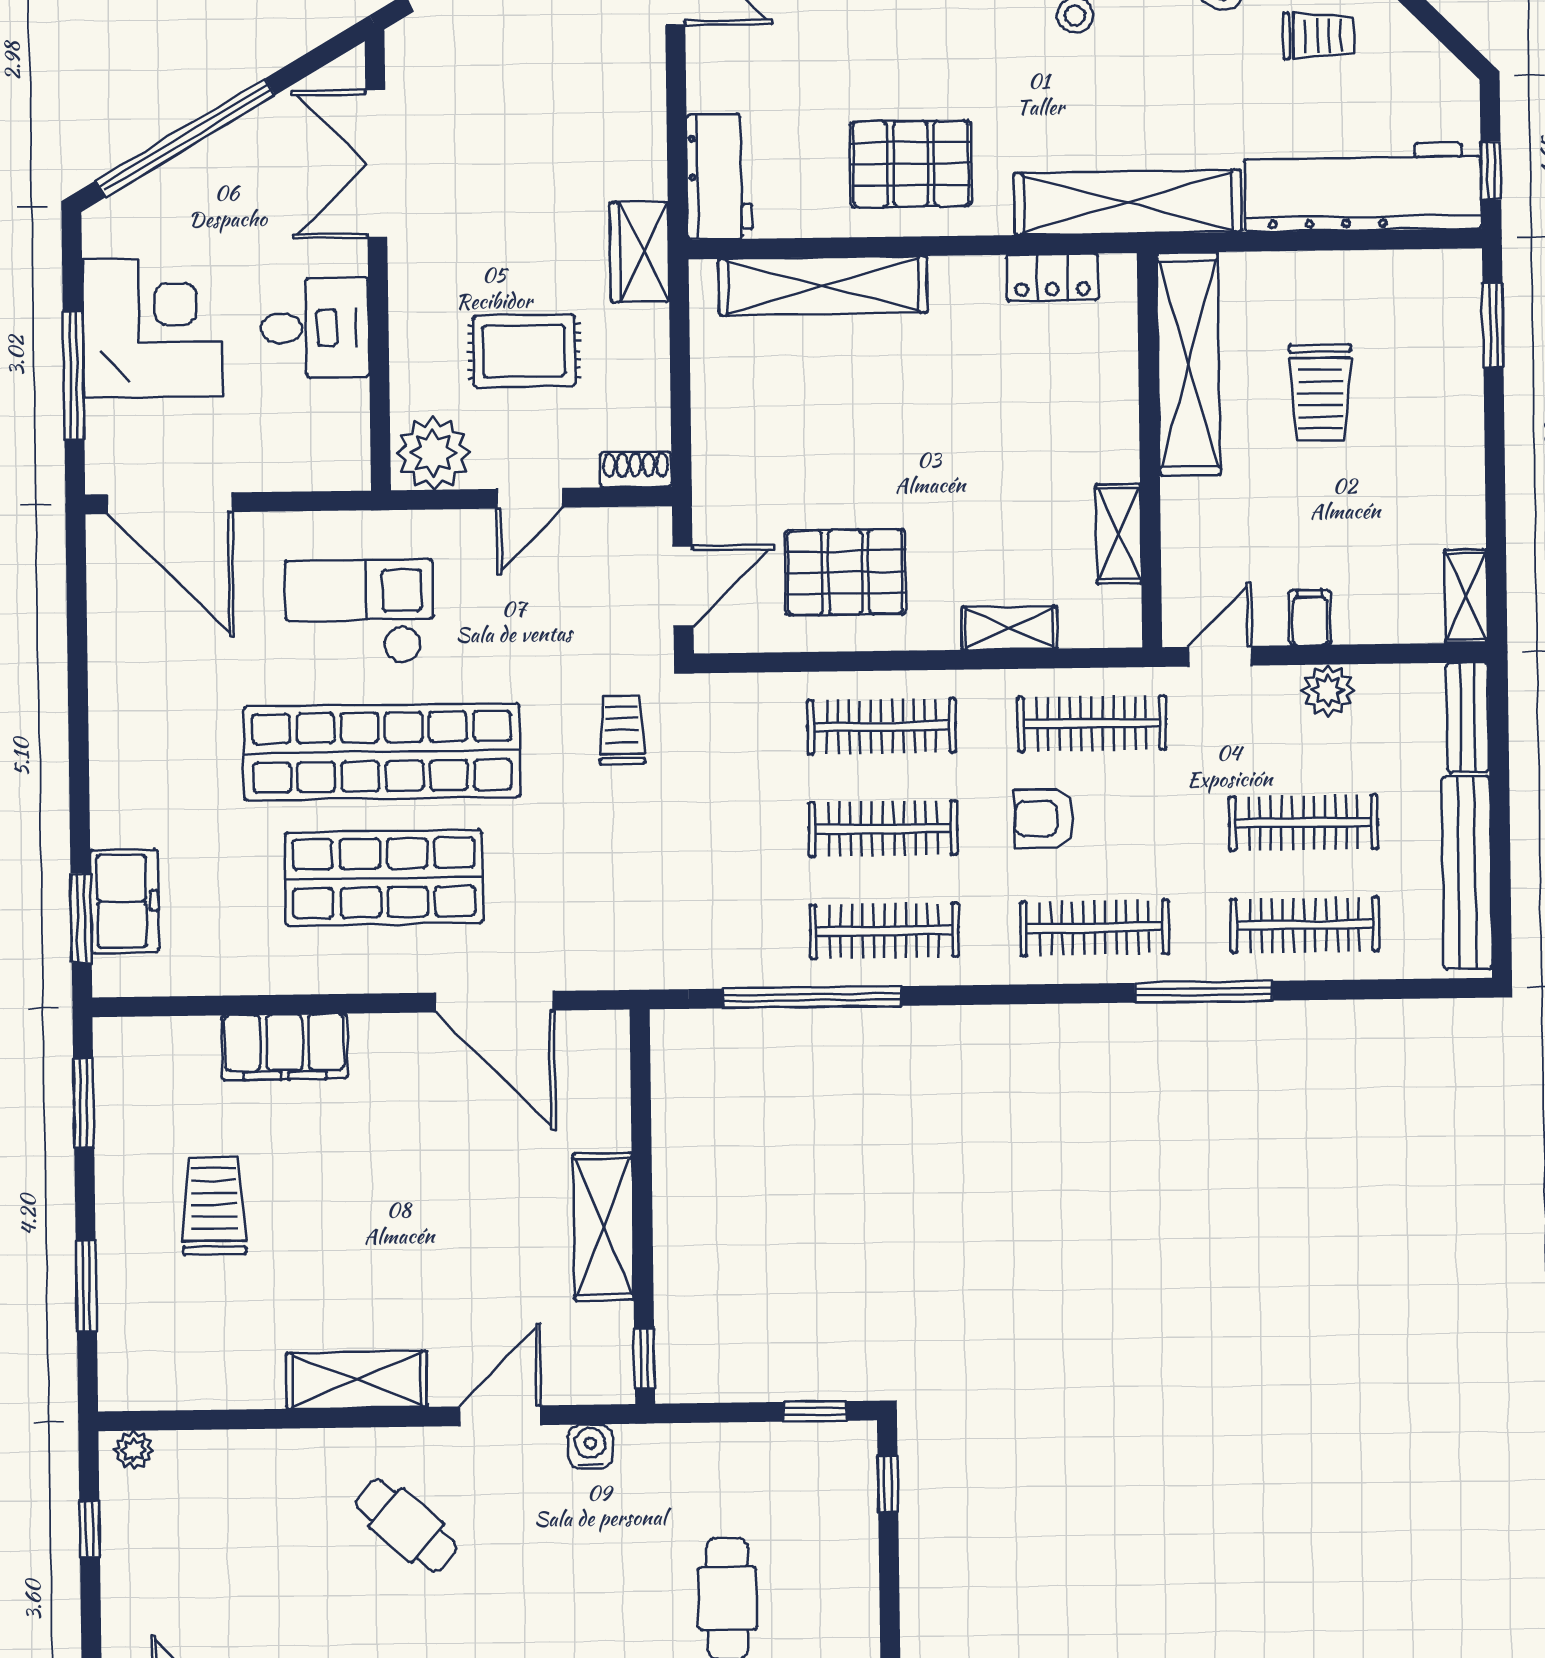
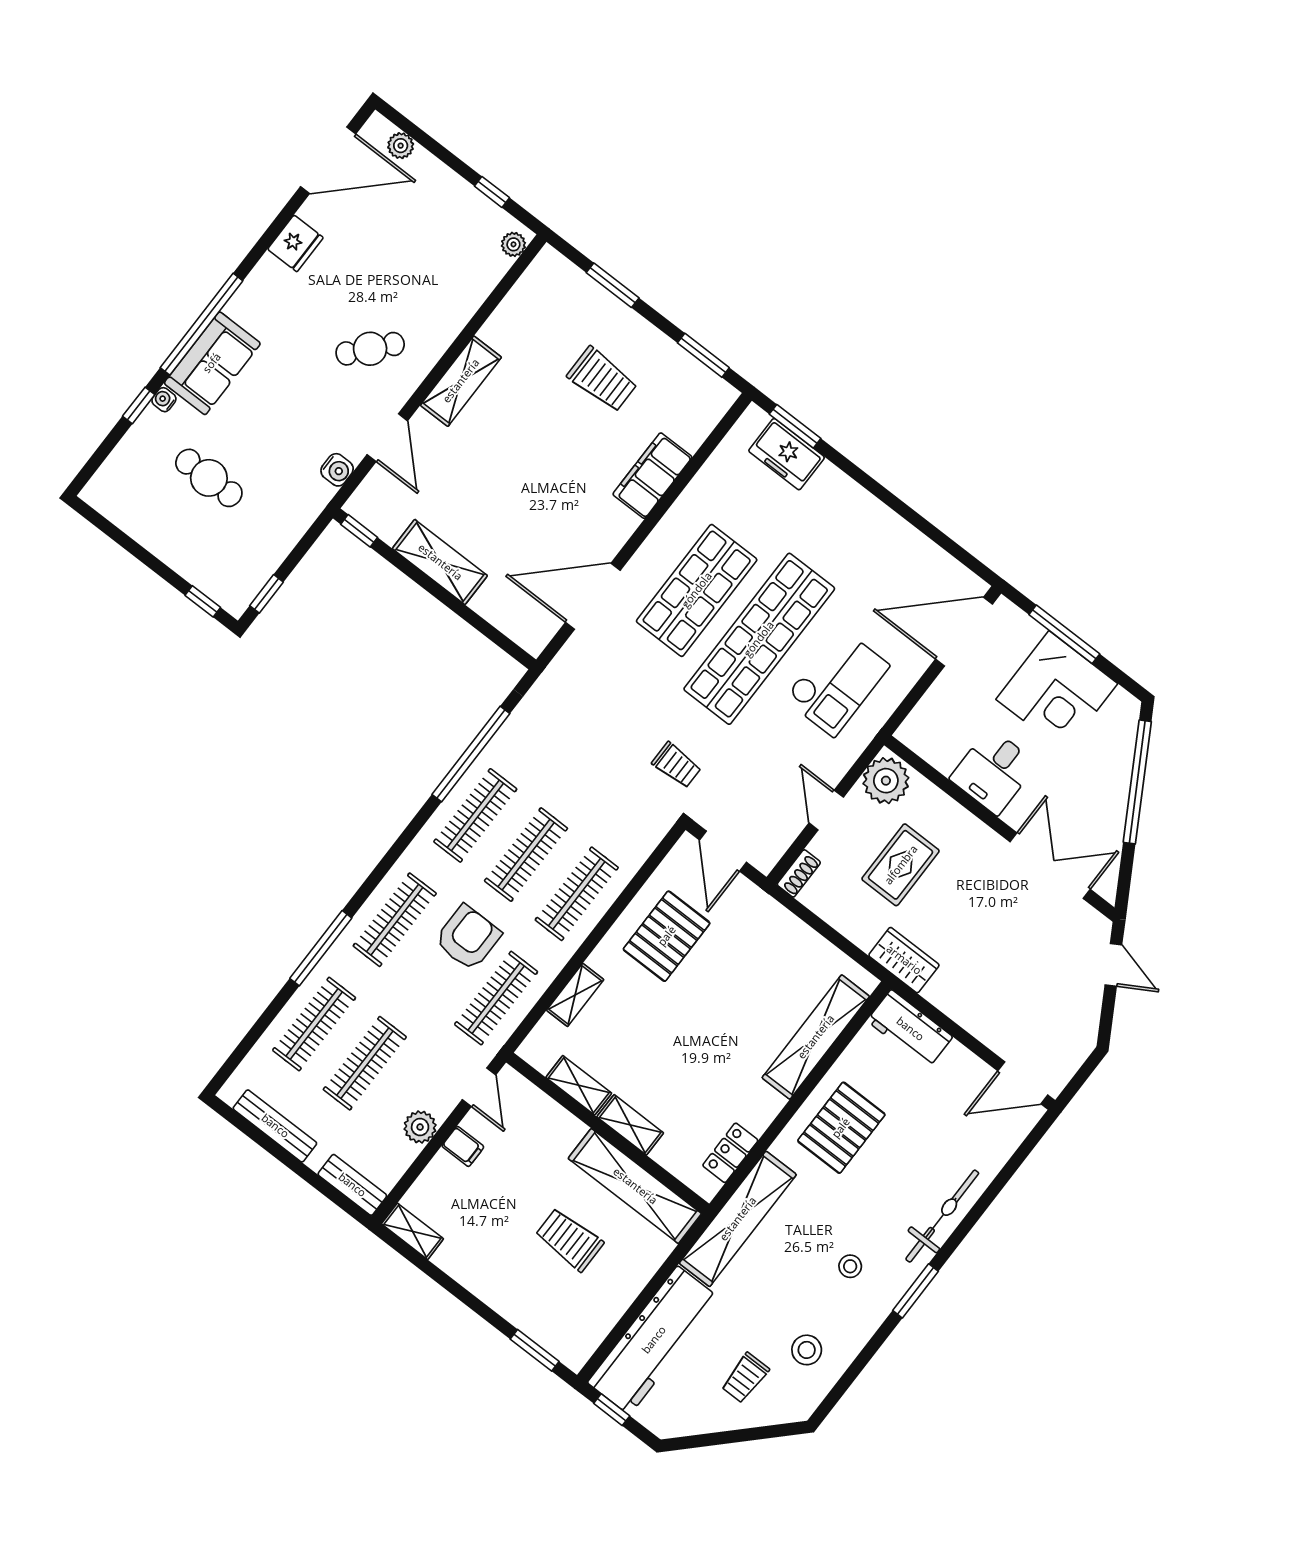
shelving: (1117, 430) -> (630, 1125), added
armchair: (1044, 819) -> (468, 938), width x1.38, depth x1.38
bench: (1467, 873) -> (275, 1126), width x0.73, depth x0.82

